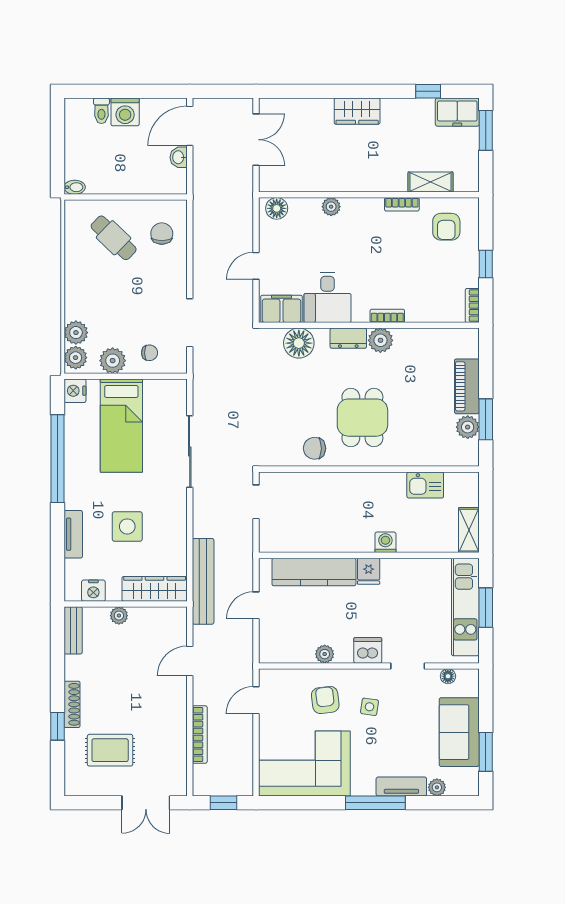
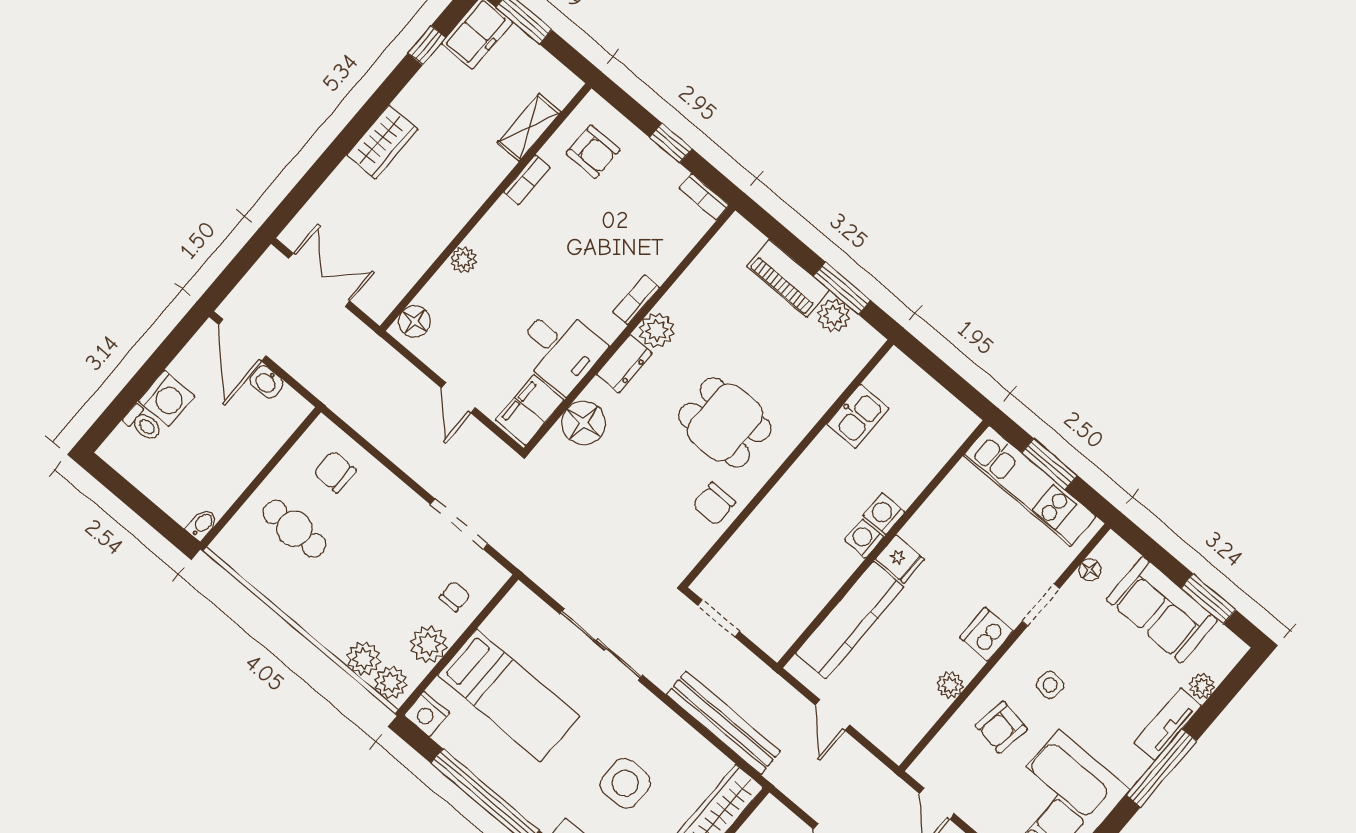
cafe table: (114, 238) -> (294, 529), turned 46
shelving: (469, 530) -> (948, 410), removed
washing machine: (364, 543) -> (864, 538), added
bench: (203, 581) -> (723, 723), moved
armchair: (325, 700) -> (1001, 727), turned -74

